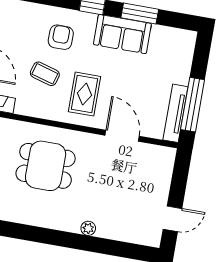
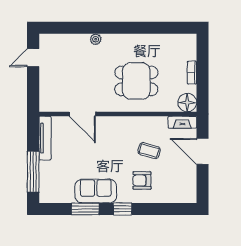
armchair: (61, 37) -> (142, 180), turned 90
rug: (84, 94) -> (116, 141), removed
window: (193, 105) -> (33, 172), moved

